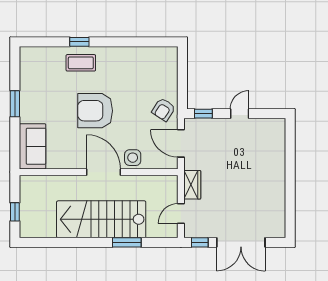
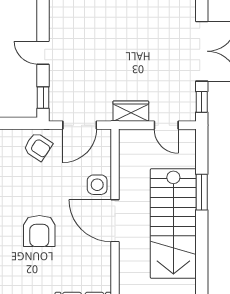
armchair: (95, 111) -> (39, 231), width x0.73, depth x0.73
door: (104, 172) -> (115, 221), hinge flipped

